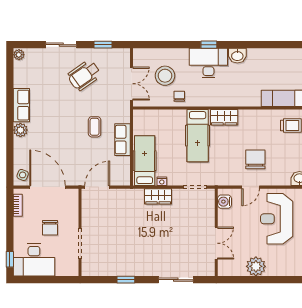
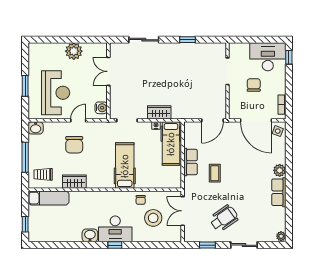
wardrobe: (224, 117) -> (74, 182), moved

